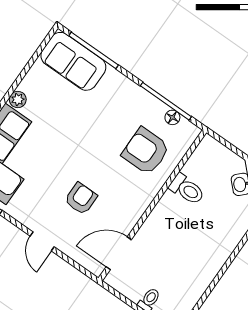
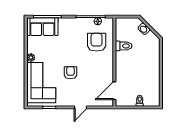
armchair: (146, 151) -> (97, 42), turned 90
armchair: (81, 199) -> (70, 73), moved
door: (42, 241) -> (81, 107), hinge flipped

